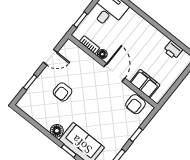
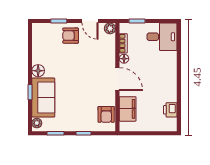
plant: (69, 46) -> (110, 28), added
door: (114, 73) -> (117, 79), hinge flipped
armchair: (63, 92) -> (71, 36), moved
armchair: (135, 104) -> (106, 114), turned -90

